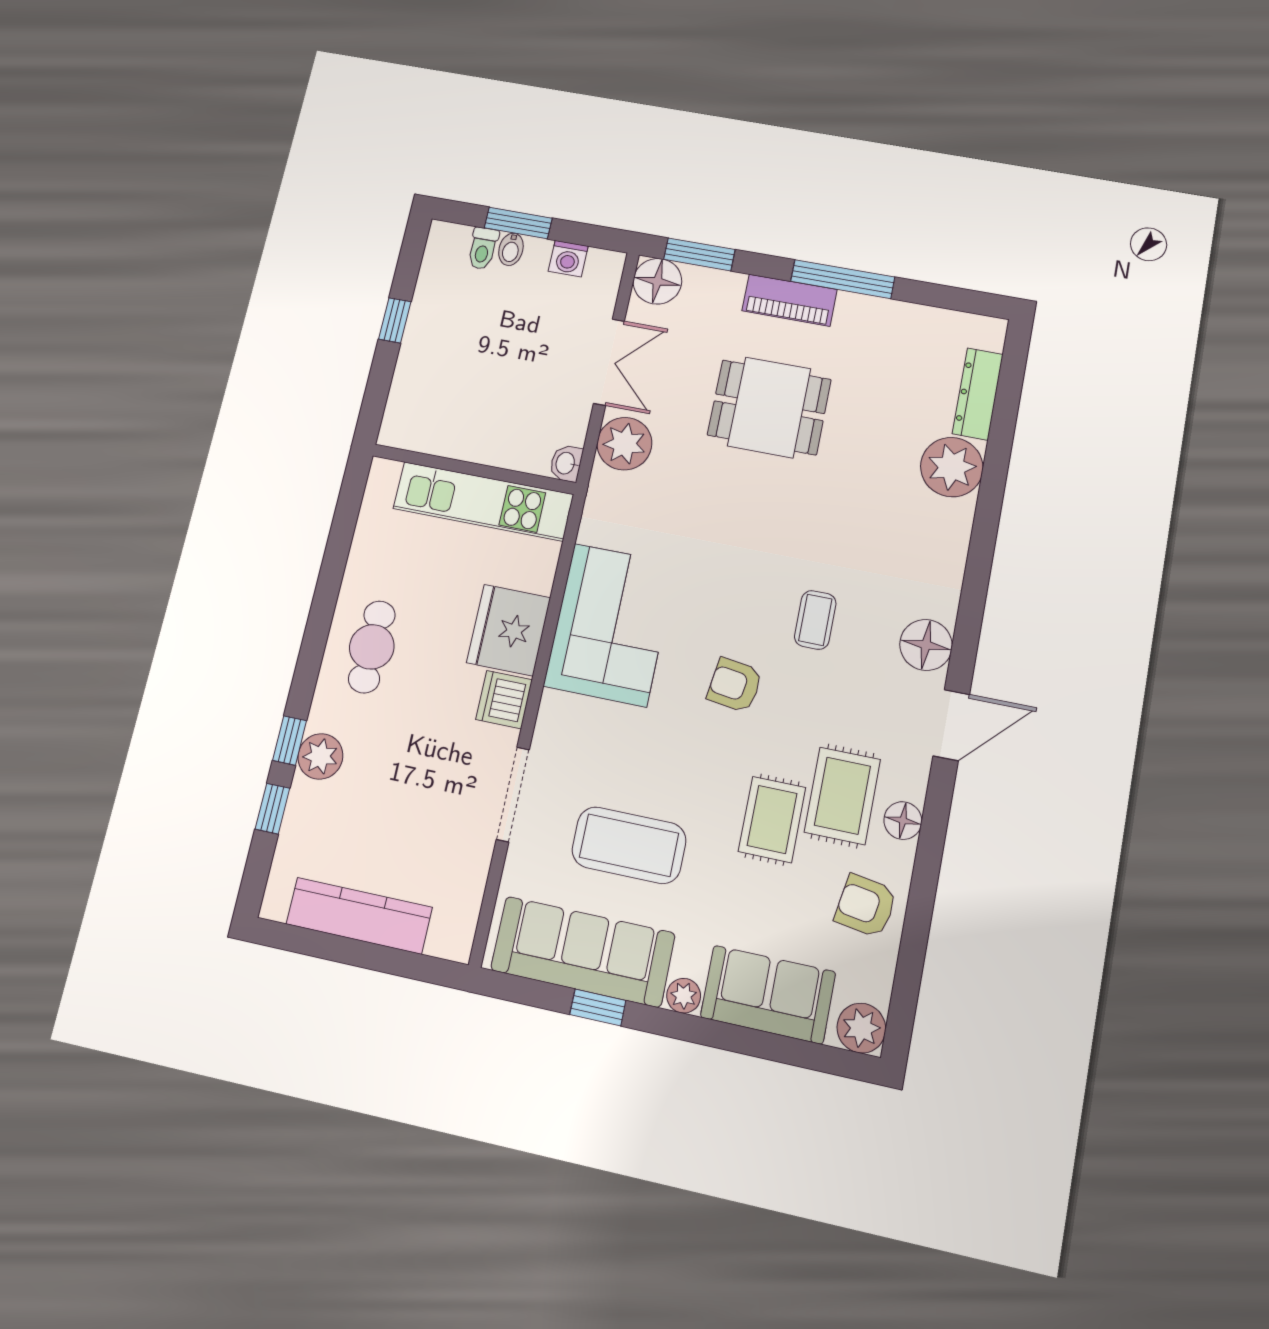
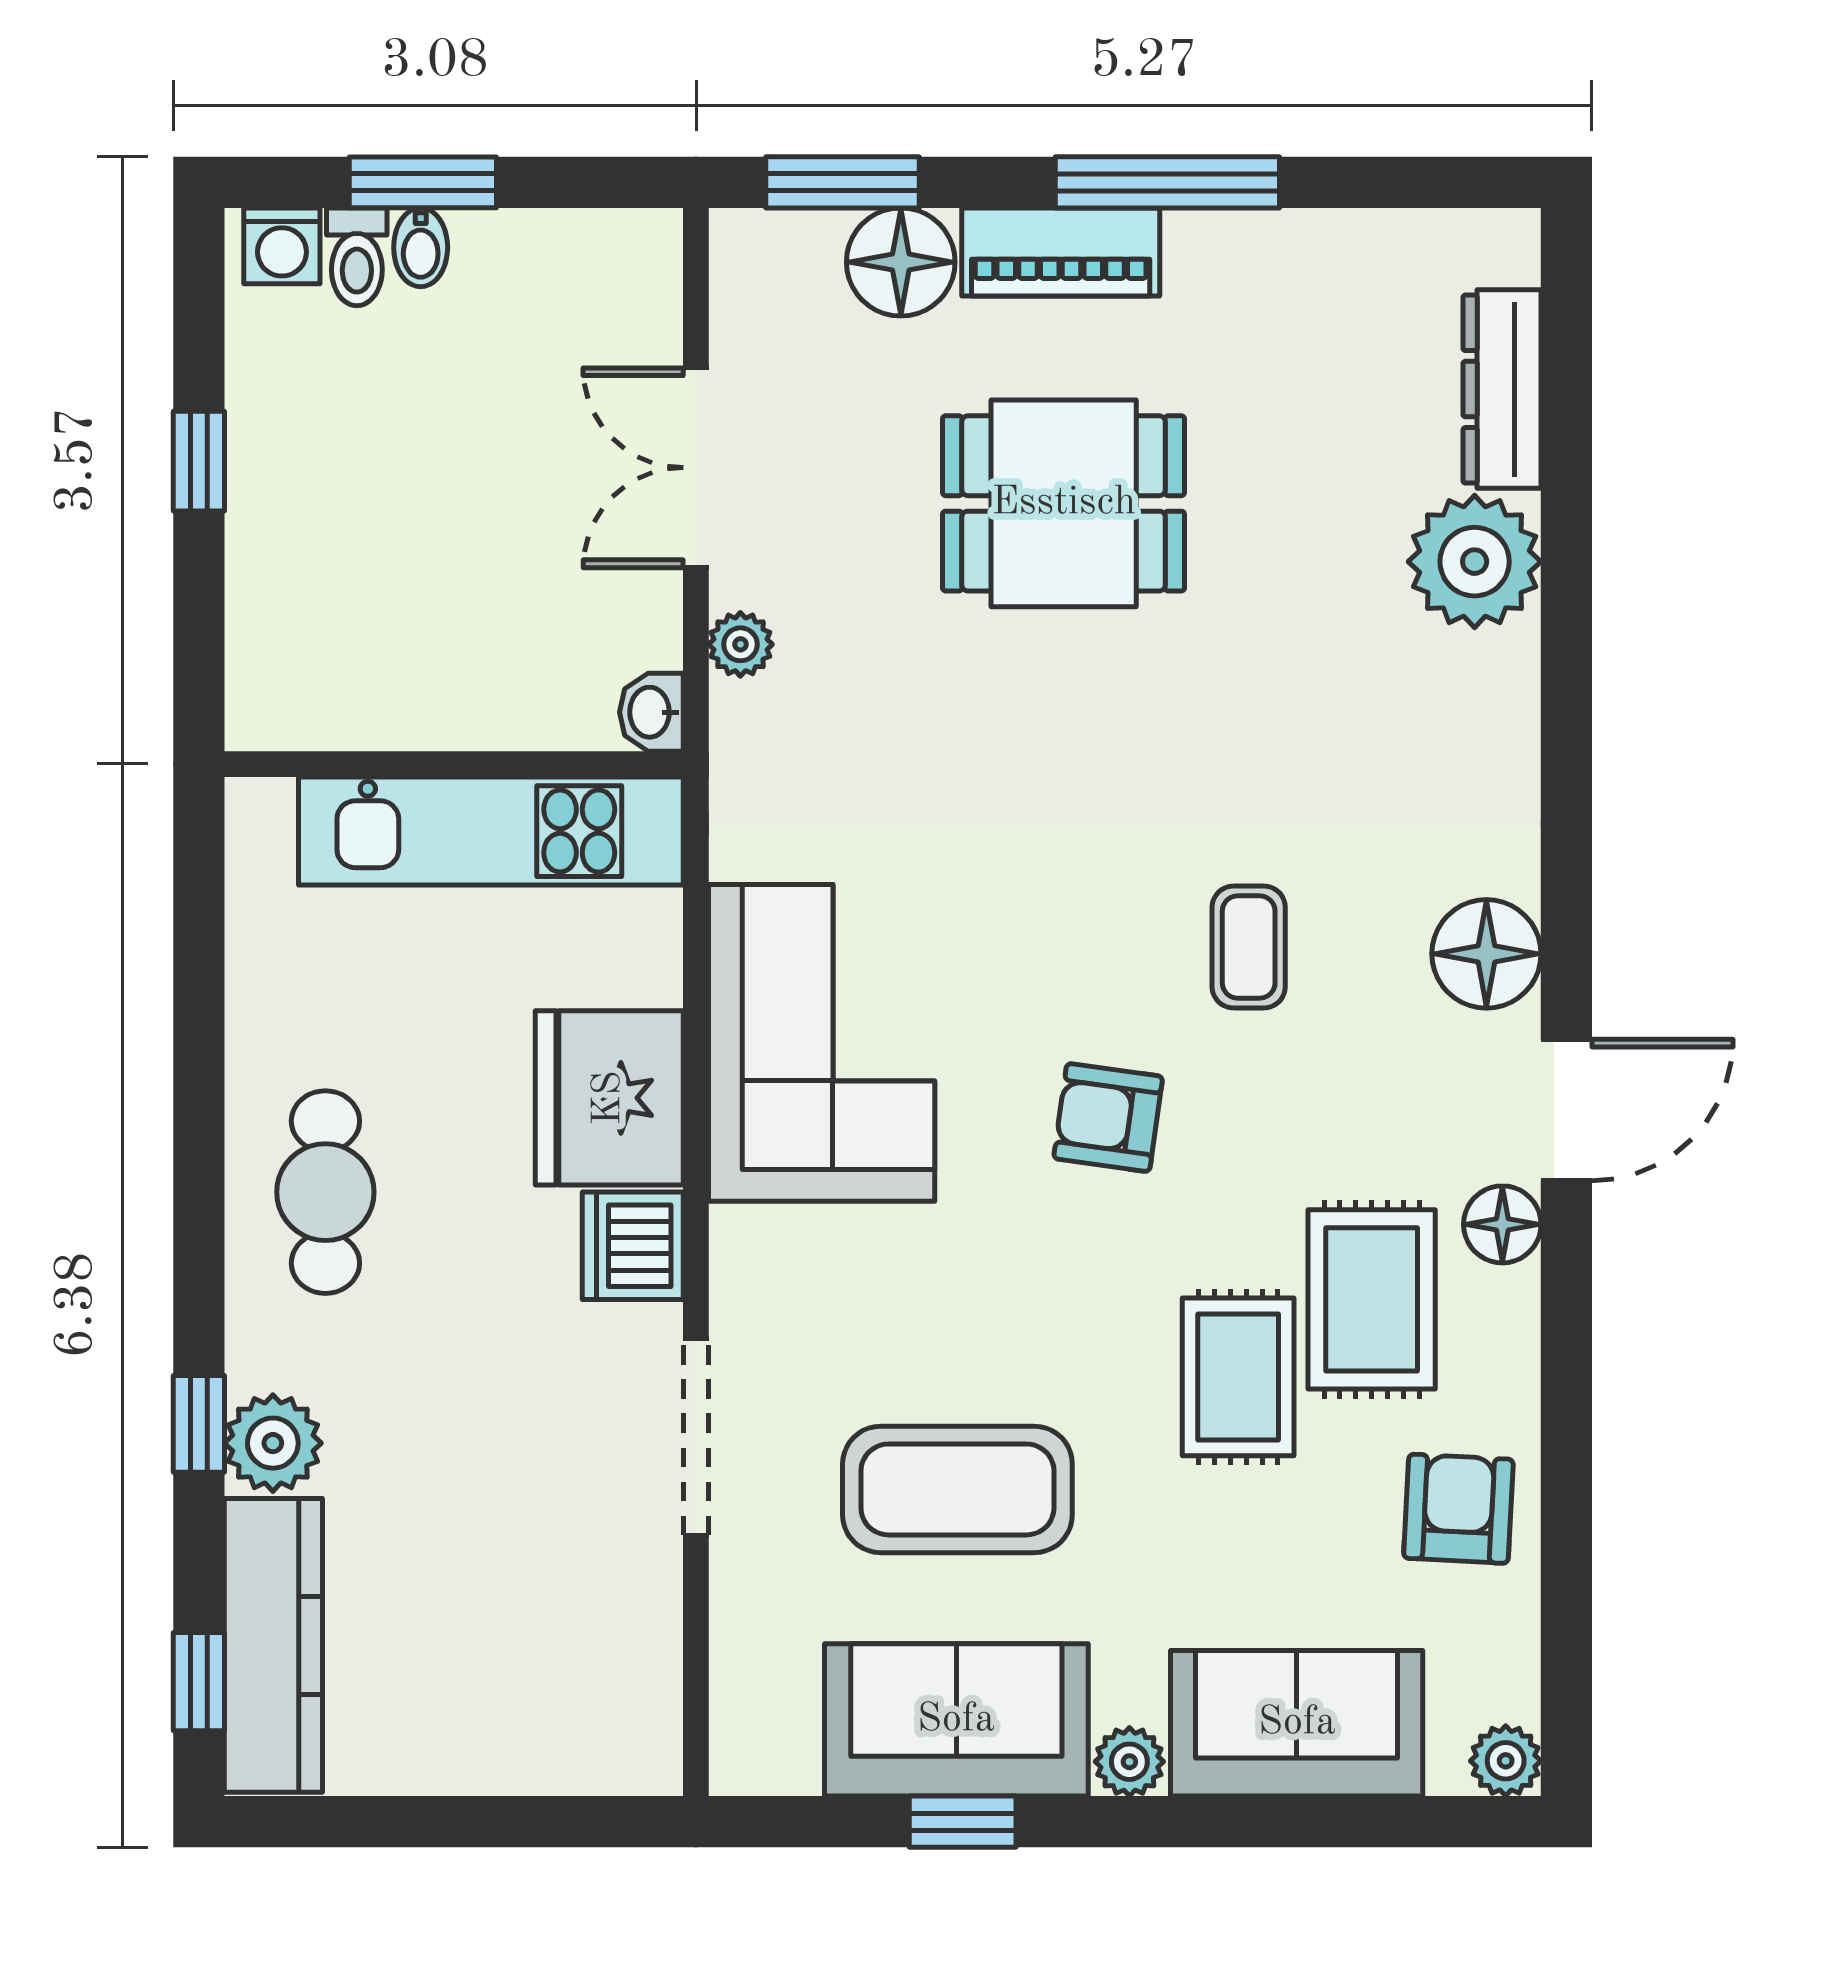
washing machine: (568, 259) -> (282, 246), moved
floor lamp: (657, 281) -> (901, 262), moved
double door: (609, 362) -> (696, 468), swing flipped
plant: (624, 444) -> (740, 644), width x0.53, depth x0.53
window: (272, 809) -> (199, 1682), moved
floor lamp: (903, 821) -> (1502, 1224), moved
armchair: (866, 906) -> (1458, 1509), turned 84
kitchen counter: (359, 916) -> (273, 1645), moved, turned 90
sofa: (583, 952) -> (956, 1720), width x0.73
plant: (861, 1028) -> (1506, 1761), width x0.73, depth x0.73

